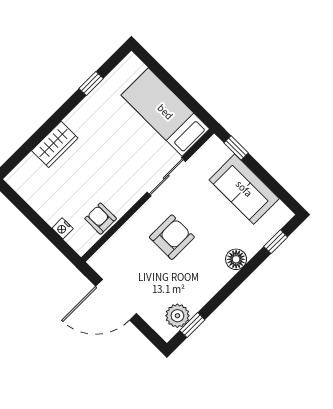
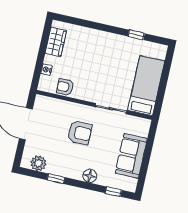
wardrobe: (55, 144) -> (56, 42), moved, turned -90
window: (236, 148) -> (151, 137), removed
armchair: (101, 219) -> (65, 87), turned -90
window: (192, 325) -> (56, 179), moved

